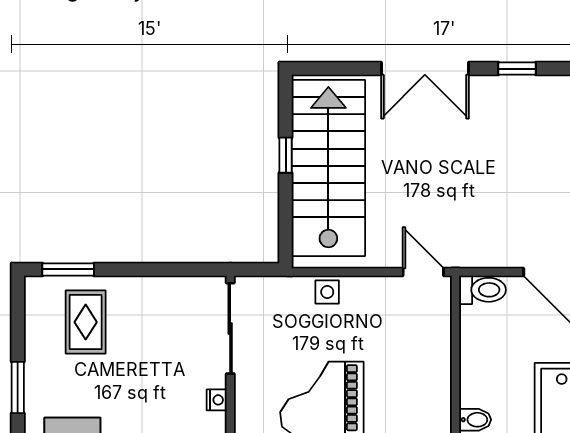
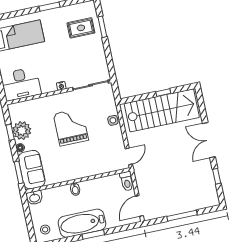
window: (68, 269) -> (102, 27), moved

